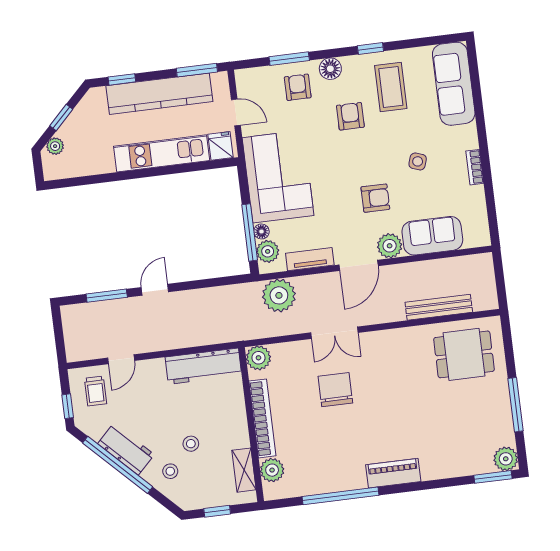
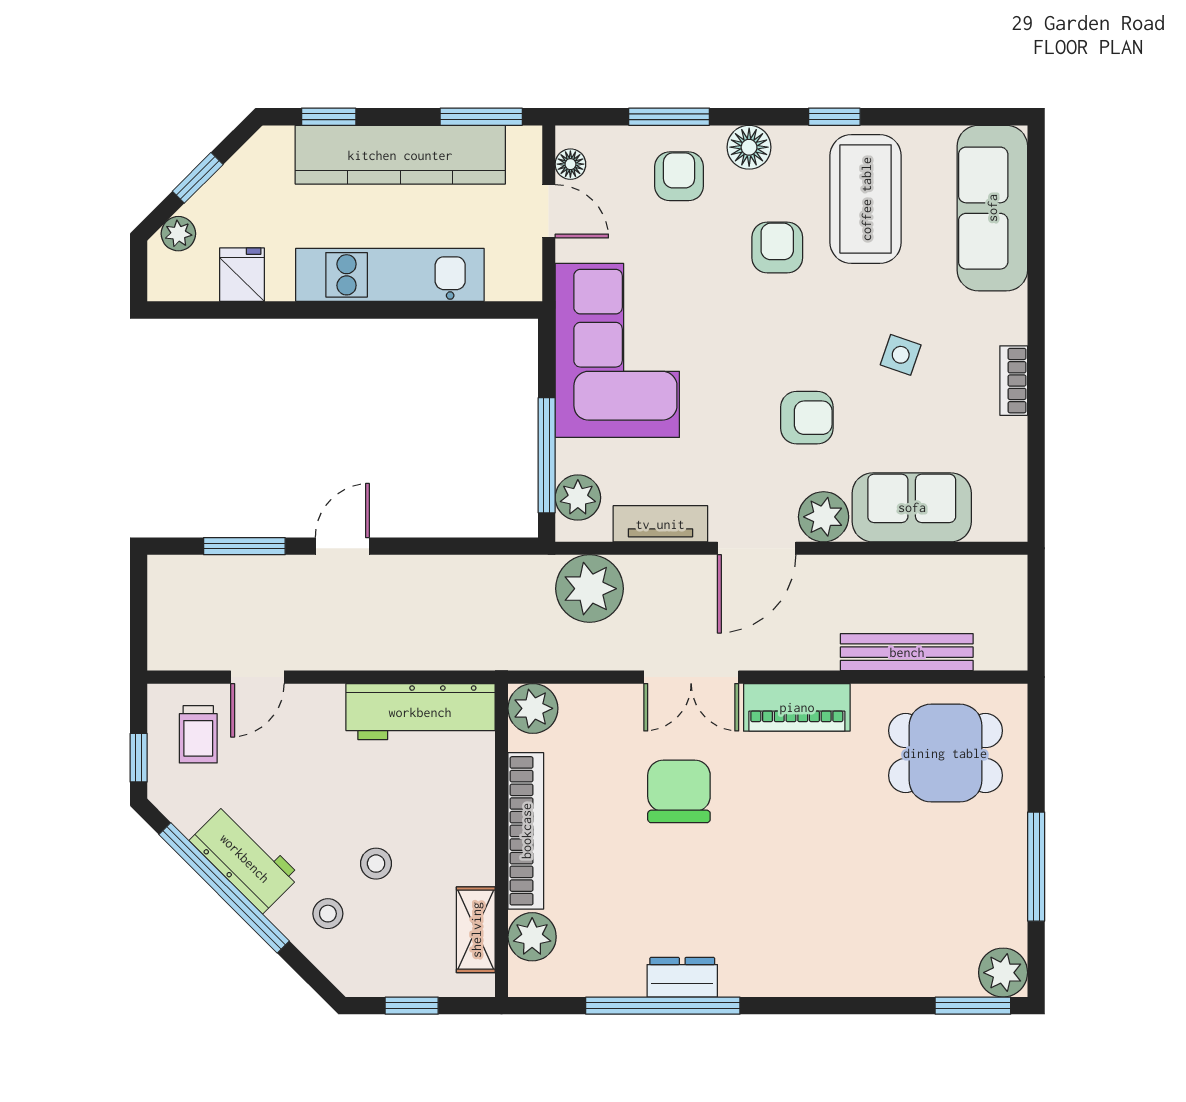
coffee table: (391, 87) -> (866, 199), width x1.36, depth x1.32
fridge: (221, 146) -> (242, 275), moved
floor lamp: (261, 231) -> (570, 164), moved
piano: (393, 473) -> (797, 707), moved, turned 180
dresser: (348, 481) -> (682, 977), added

